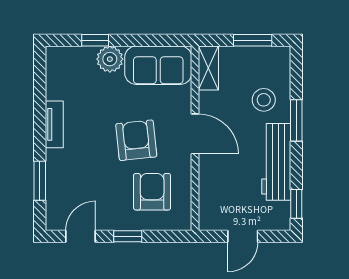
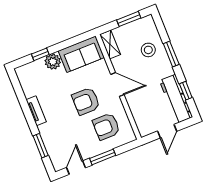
armchair: (136, 140) -> (86, 101), turned -84
workbench: (276, 162) -> (176, 99), moved
armchair: (152, 192) -> (106, 127), turned -90
window: (296, 204) -> (186, 91), moved
window: (128, 236) -> (103, 157), width x1.50

